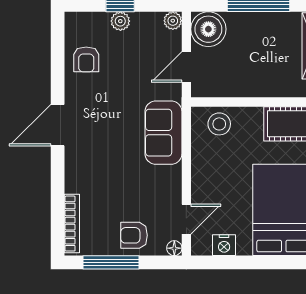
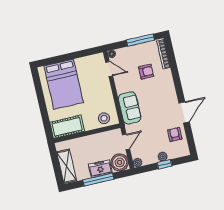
freezer: (249, 26) -> (100, 169), added
door: (58, 125) -> (184, 112), moved
door: (186, 219) -> (109, 69), swing flipped
armchair: (134, 235) -> (146, 72), moved
nightstand: (224, 245) -> (88, 61), removed

